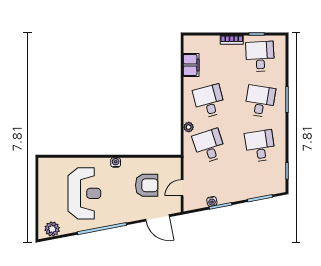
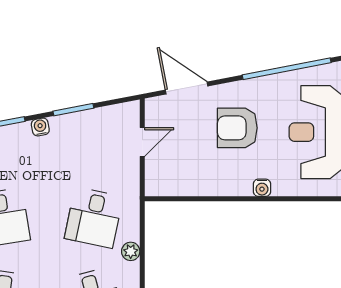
desk: (209, 146) -> (94, 217), turned 30
armchair: (147, 185) -> (237, 128), moved
water cooler: (212, 201) -> (40, 127), moved

